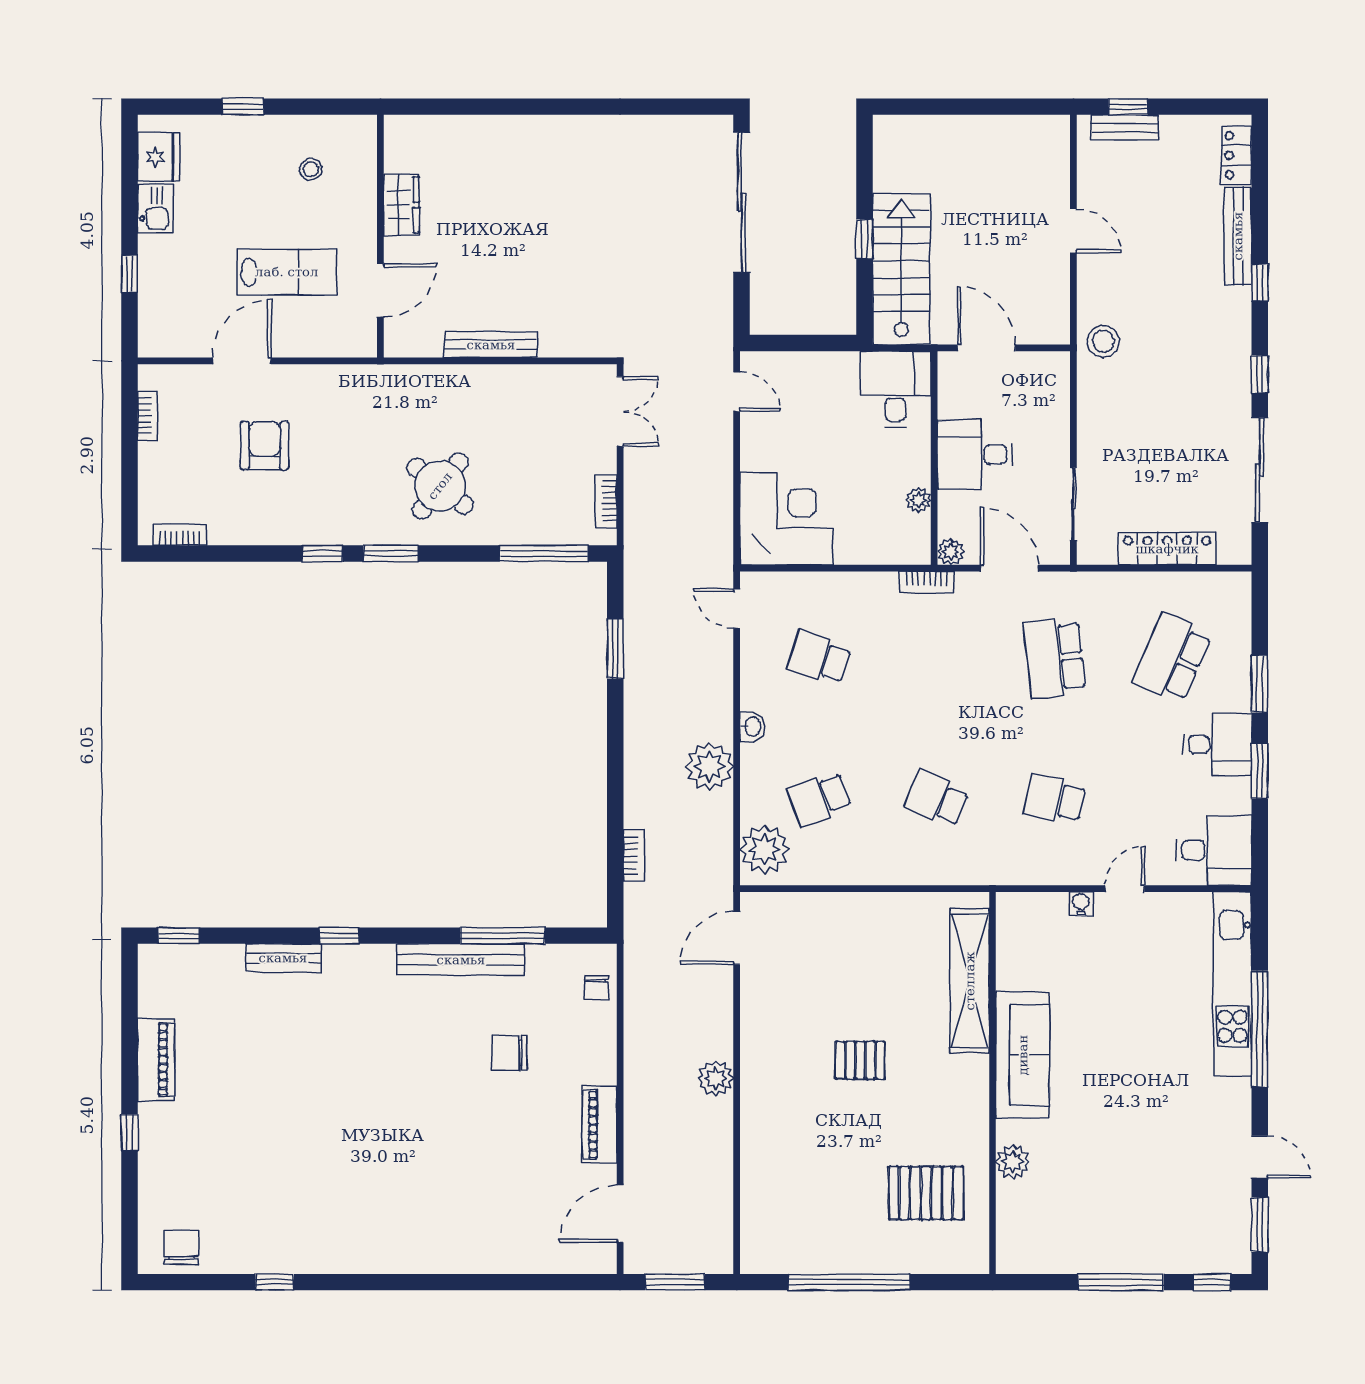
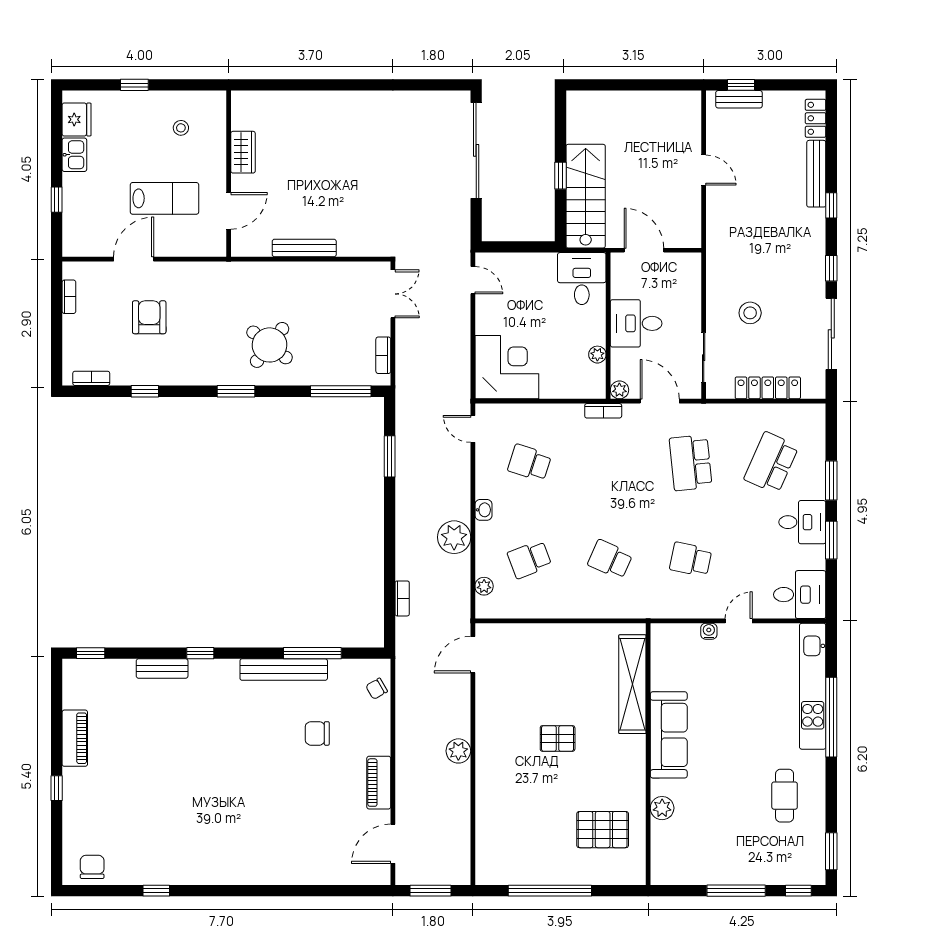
stool: (1103, 341) -> (750, 313), moved
window: (322, 553) -> (145, 391), moved
plant: (765, 850) -> (484, 586), width x0.53, depth x0.53
chair: (596, 988) -> (377, 689), turned 60
cafe table: (1192, 1144) -> (785, 796), added
door: (1260, 1157) -> (831, 805), removed

